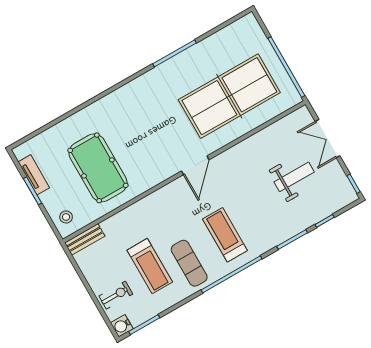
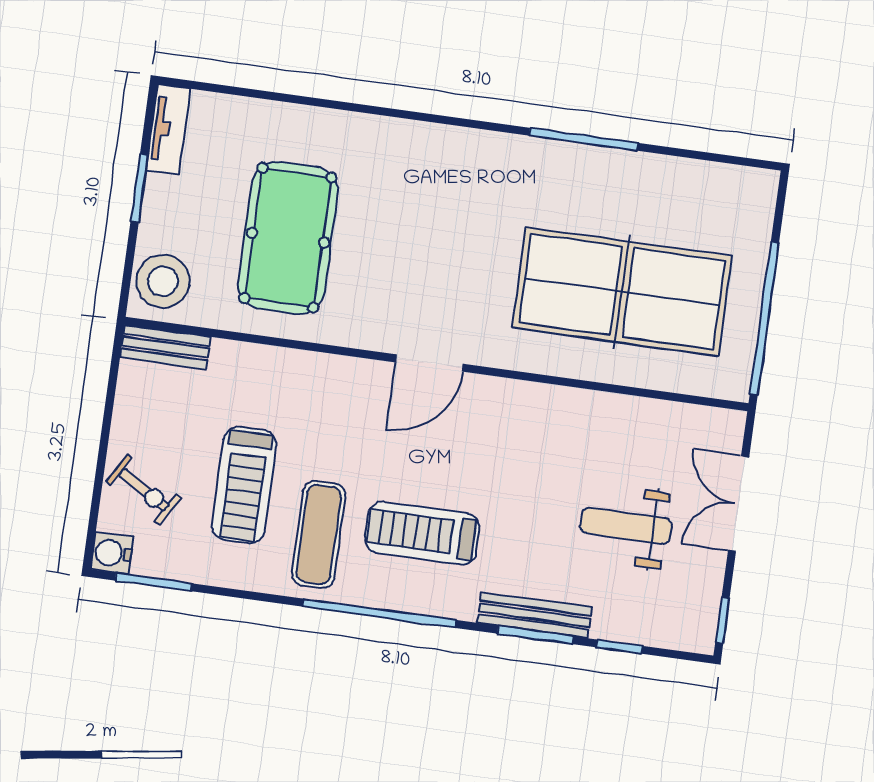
door: (195, 165) -> (430, 363), moved
tv unit: (34, 175) -> (168, 129), moved
weight bench: (294, 177) -> (626, 526), turned 180
stool: (66, 217) -> (163, 281), width x1.89, depth x1.89
bench: (286, 233) -> (535, 615), added
treadmill: (225, 235) -> (422, 533), turned -90
exercise bike: (116, 295) -> (144, 490), turned 31

